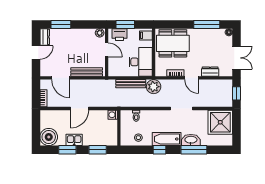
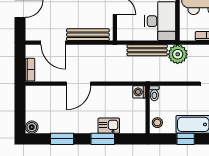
washing machine: (113, 115) -> (139, 92), moved
wall: (119, 128) -> (148, 110), moved
boiler: (49, 137) -> (32, 127), width x0.54, depth x0.54
kitchen sink: (74, 140) -> (109, 126), moved

